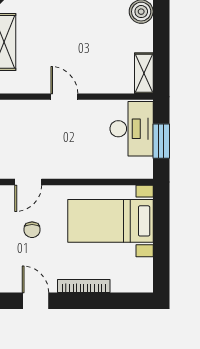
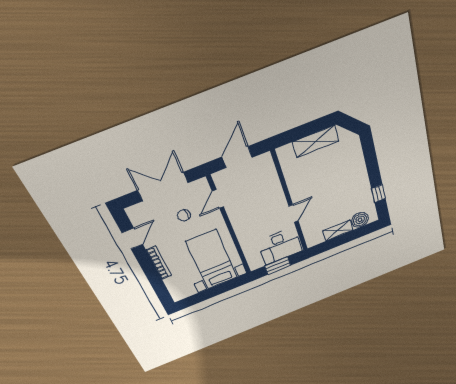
shelving: (144, 73) -> (338, 230), moved
door: (64, 97) -> (294, 213), moved
door: (28, 182) -> (218, 199), hinge flipped

